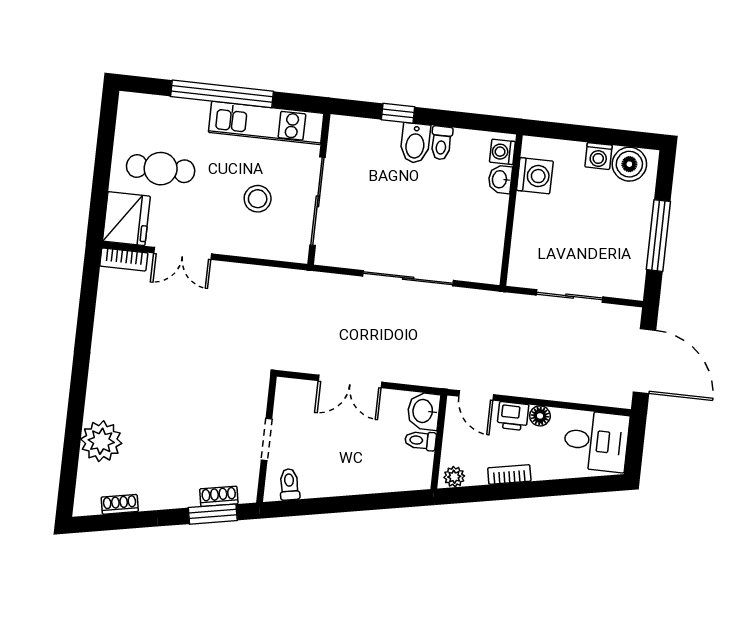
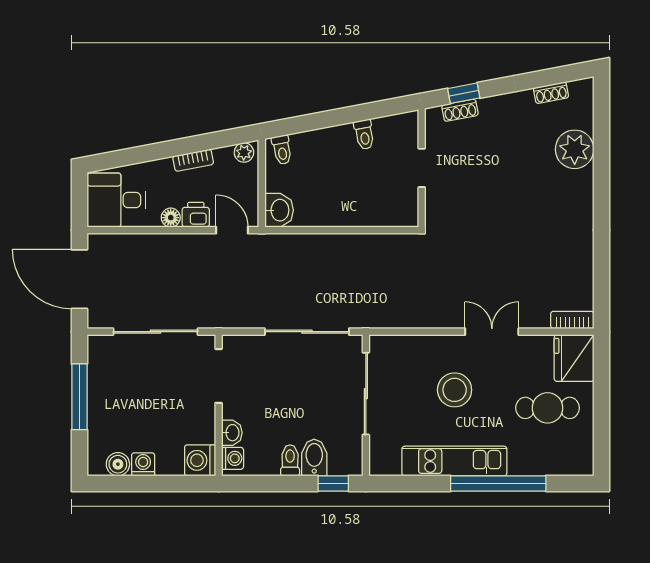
boiler: (629, 164) -> (118, 464), width x0.73, depth x0.73
washing machine: (535, 176) -> (200, 460), moved
wall: (319, 189) -> (366, 405), moved
stool: (258, 199) -> (455, 390), width x1.38, depth x1.38
sliding door: (317, 201) -> (366, 394), moved
doorway: (508, 241) -> (219, 376), added
double door: (183, 253) -> (492, 332), moved
sliding door: (570, 296) -> (155, 332), width x1.37
double door: (350, 381) -> (350, 230), removed
toilet: (420, 441) -> (282, 150), moved, turned 79
toilet: (289, 484) -> (364, 135), moved
window: (213, 514) -> (464, 93), width x0.67

